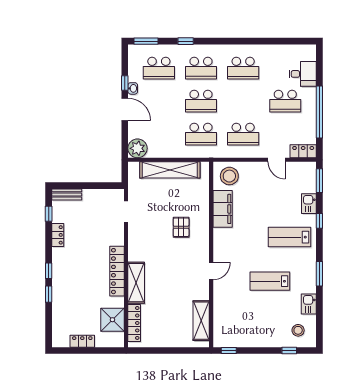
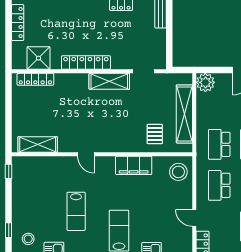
door: (277, 160) -> (194, 218), hinge flipped
filing cabinet: (223, 209) -> (134, 165), moved
pallet: (181, 227) -> (155, 134), moved, turned 90
lab bench: (270, 281) -> (76, 211), turned 180
shelving: (136, 283) -> (109, 81), moved
locker: (82, 341) -> (18, 23), width x1.53

